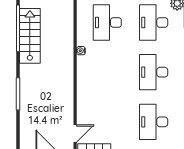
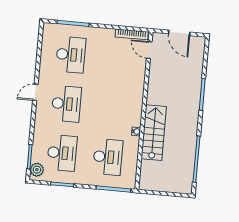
stairs: (30, 36) -> (154, 133), moved, turned 180
door: (75, 134) -> (149, 50), hinge flipped

